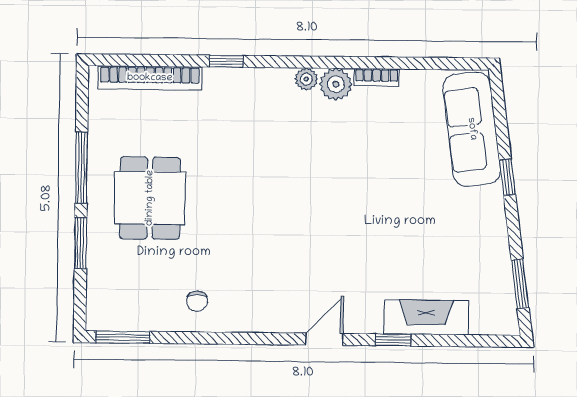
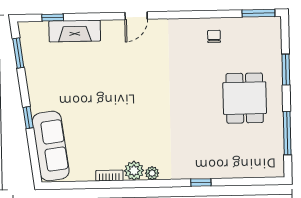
bookcase: (150, 78) -> (247, 171), removed
window: (81, 168) -> (287, 133), moved
window: (393, 340) -> (53, 17), moved

